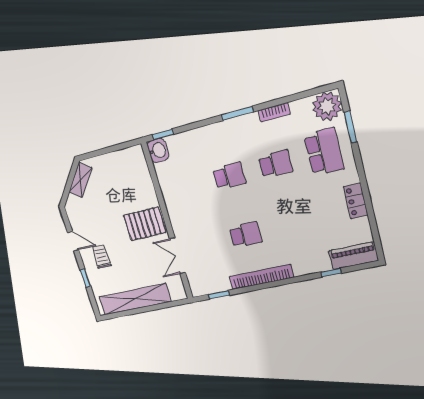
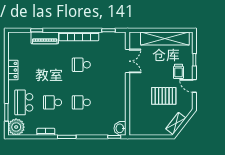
pallet: (145, 224) -> (164, 96), moved
piano: (354, 256) -> (45, 38), moved

